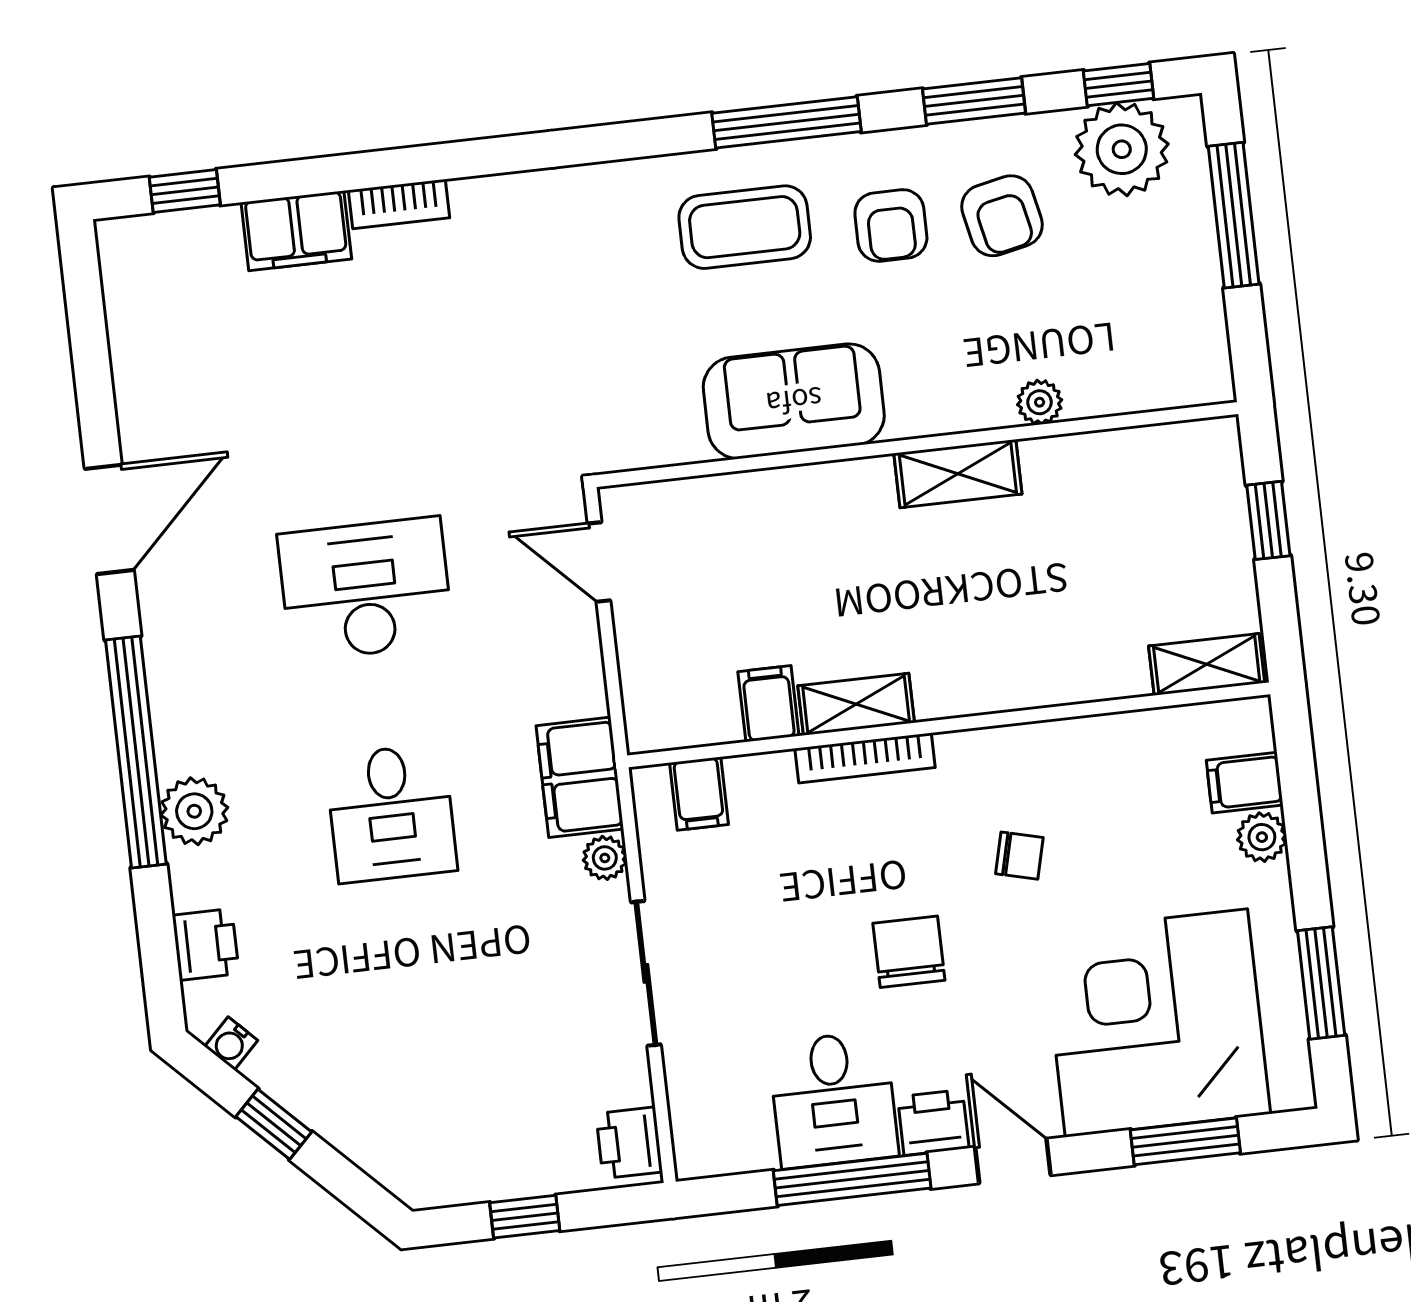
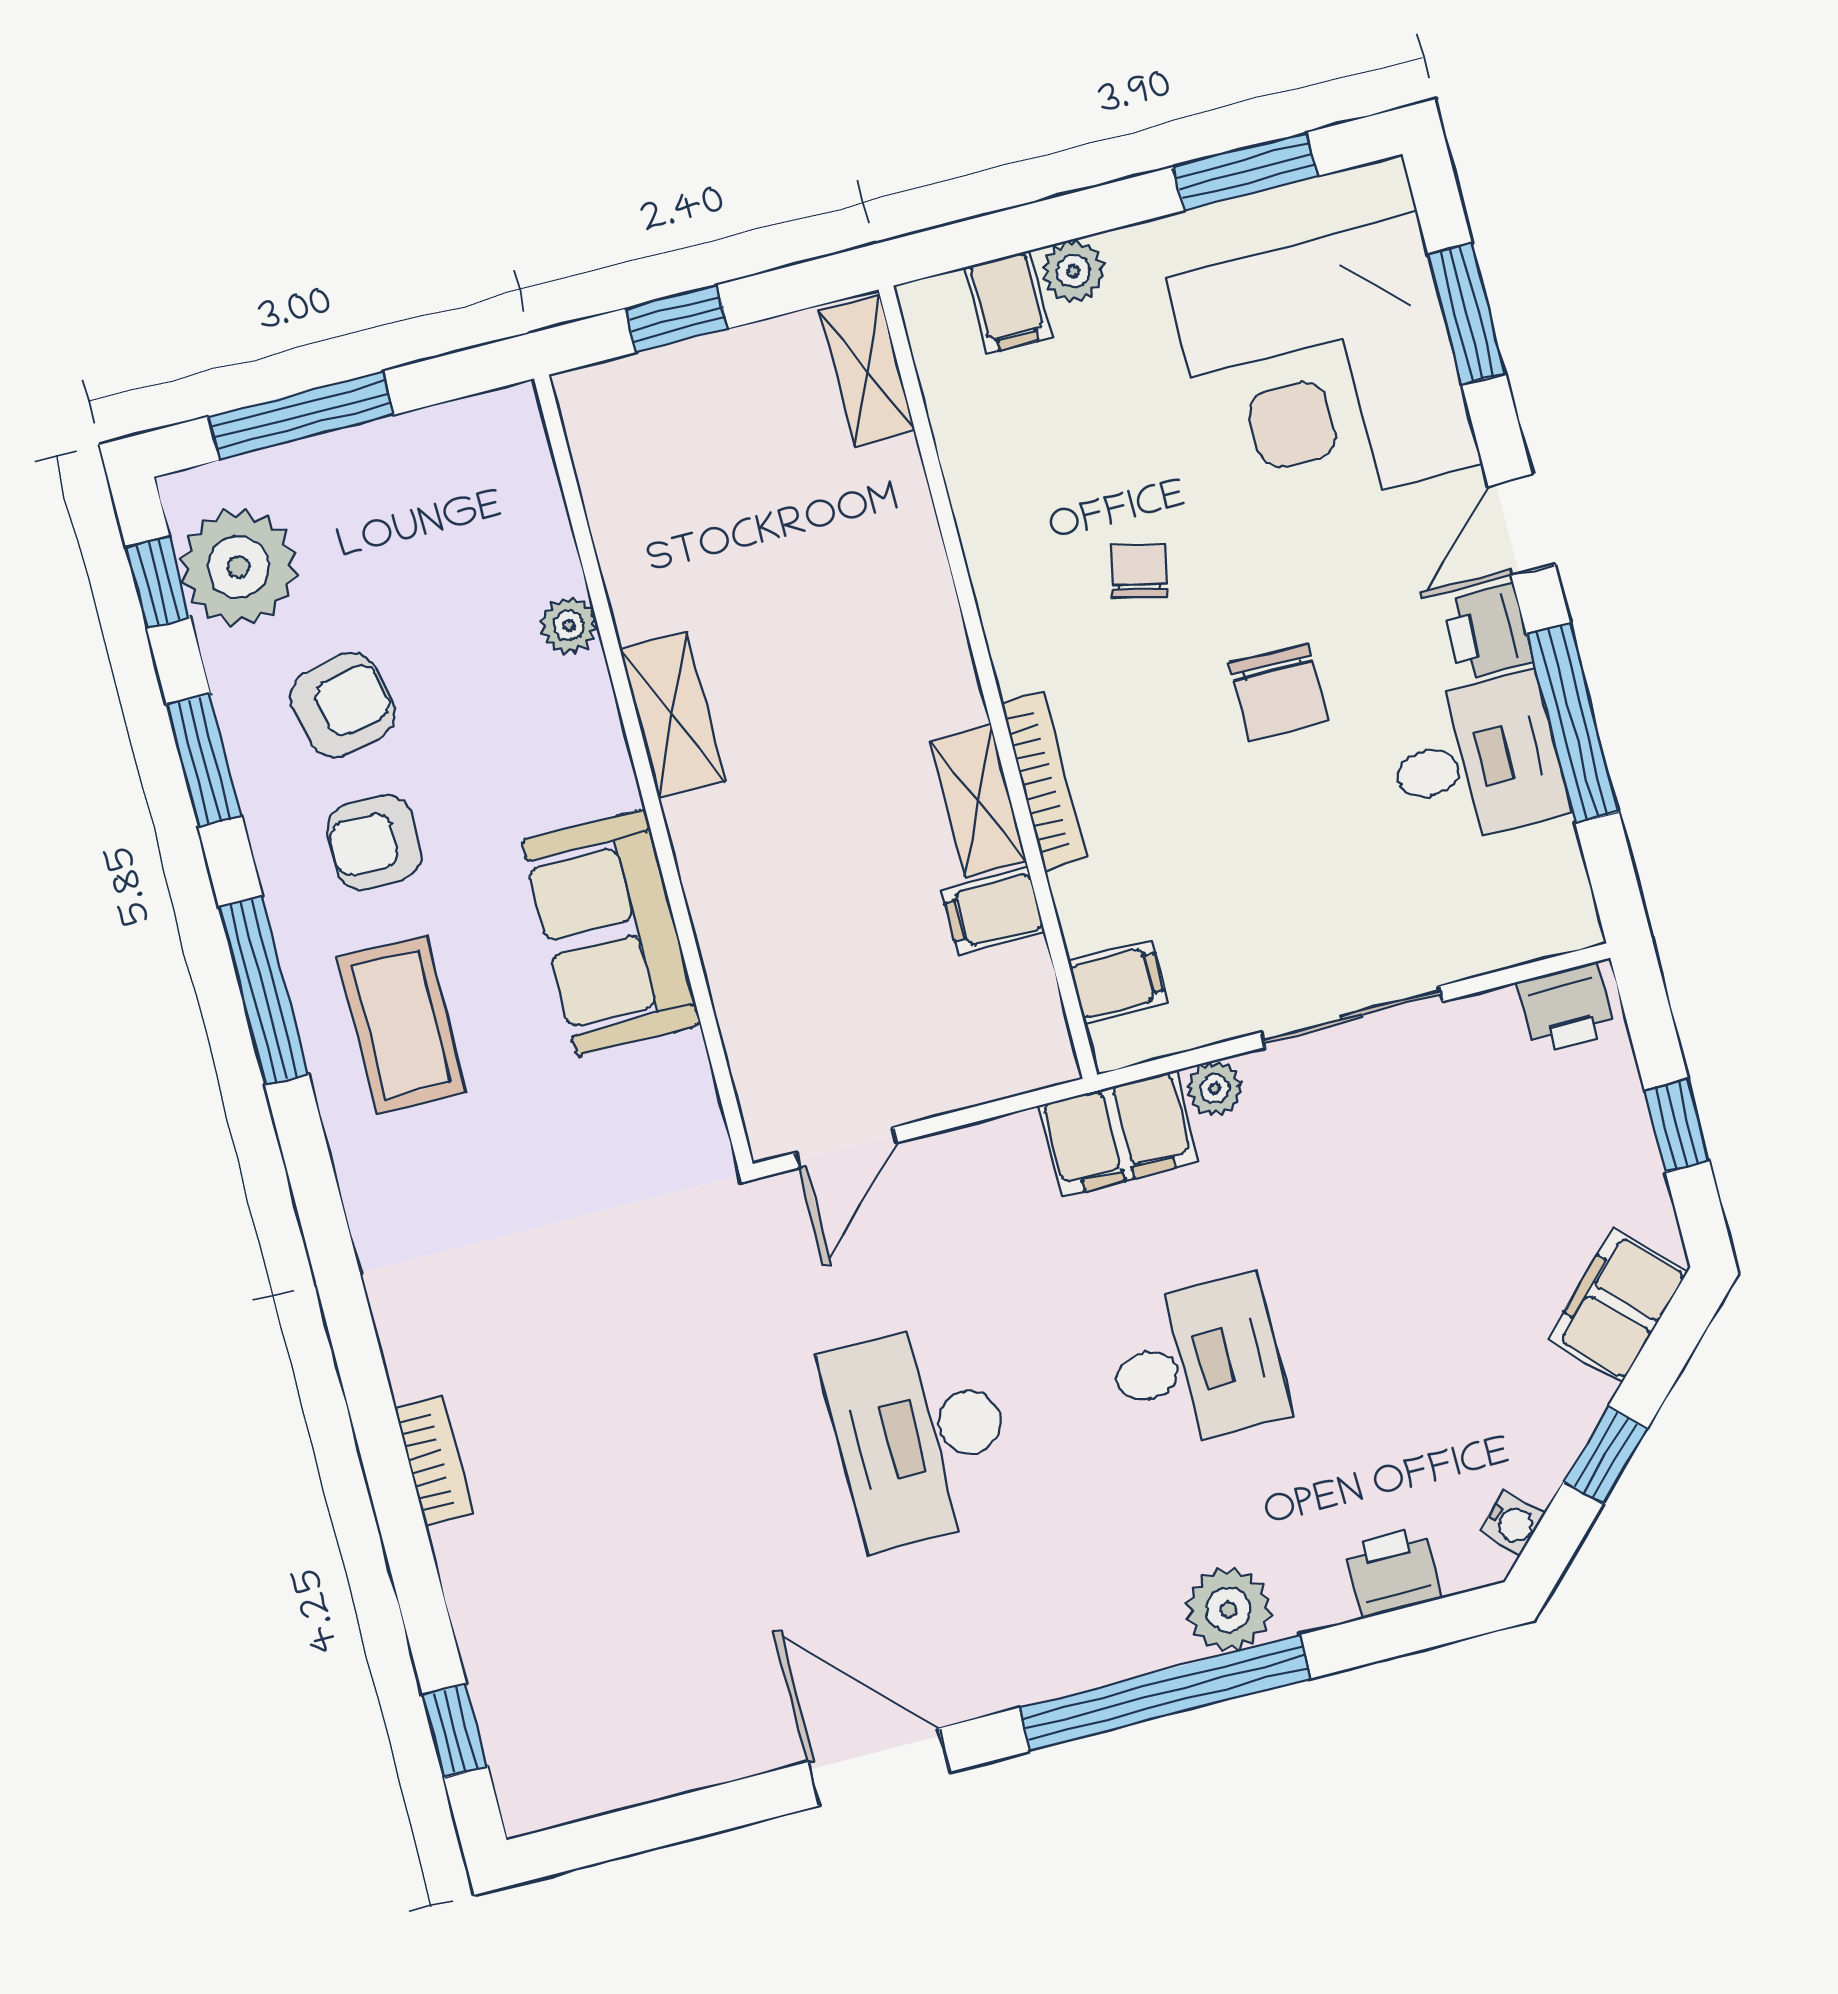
armchair: (891, 225) -> (374, 842), turned 180
filing cabinet: (296, 231) -> (1618, 1305), moved, turned -135
chair: (909, 952) -> (1278, 692), turned -90

